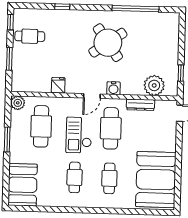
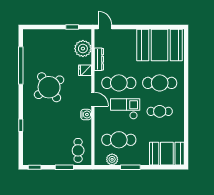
cafe table: (30, 36) -> (78, 150), moved
fridge: (58, 85) -> (85, 70), moved
water cooler: (113, 88) -> (86, 115), moved
plant: (18, 103) -> (112, 159), moved
checkout: (79, 135) -> (125, 109), turned 180
cafe table: (109, 178) -> (160, 83), width x1.37, depth x1.35

